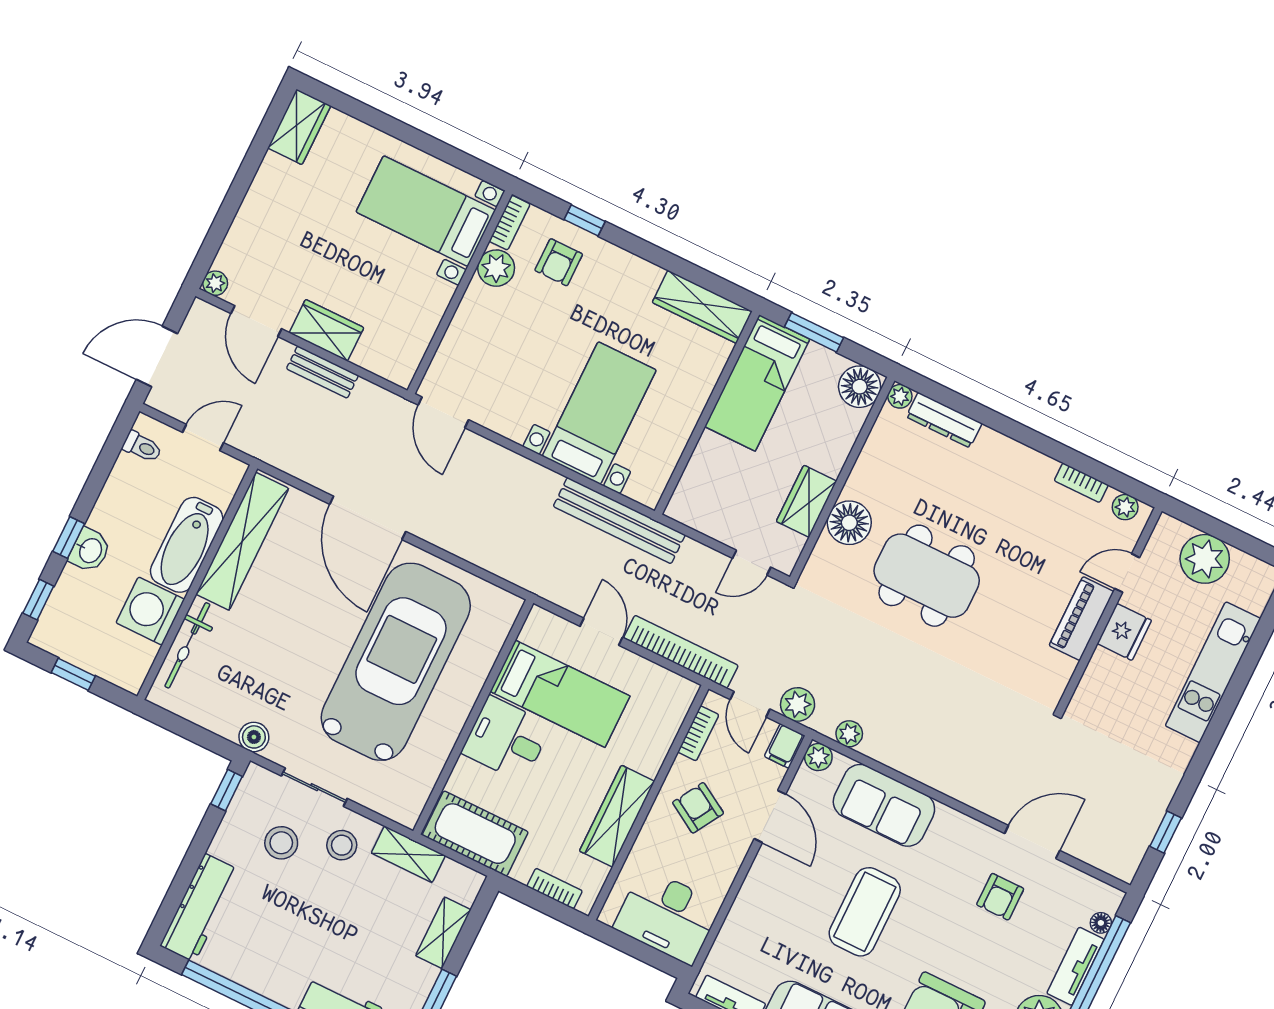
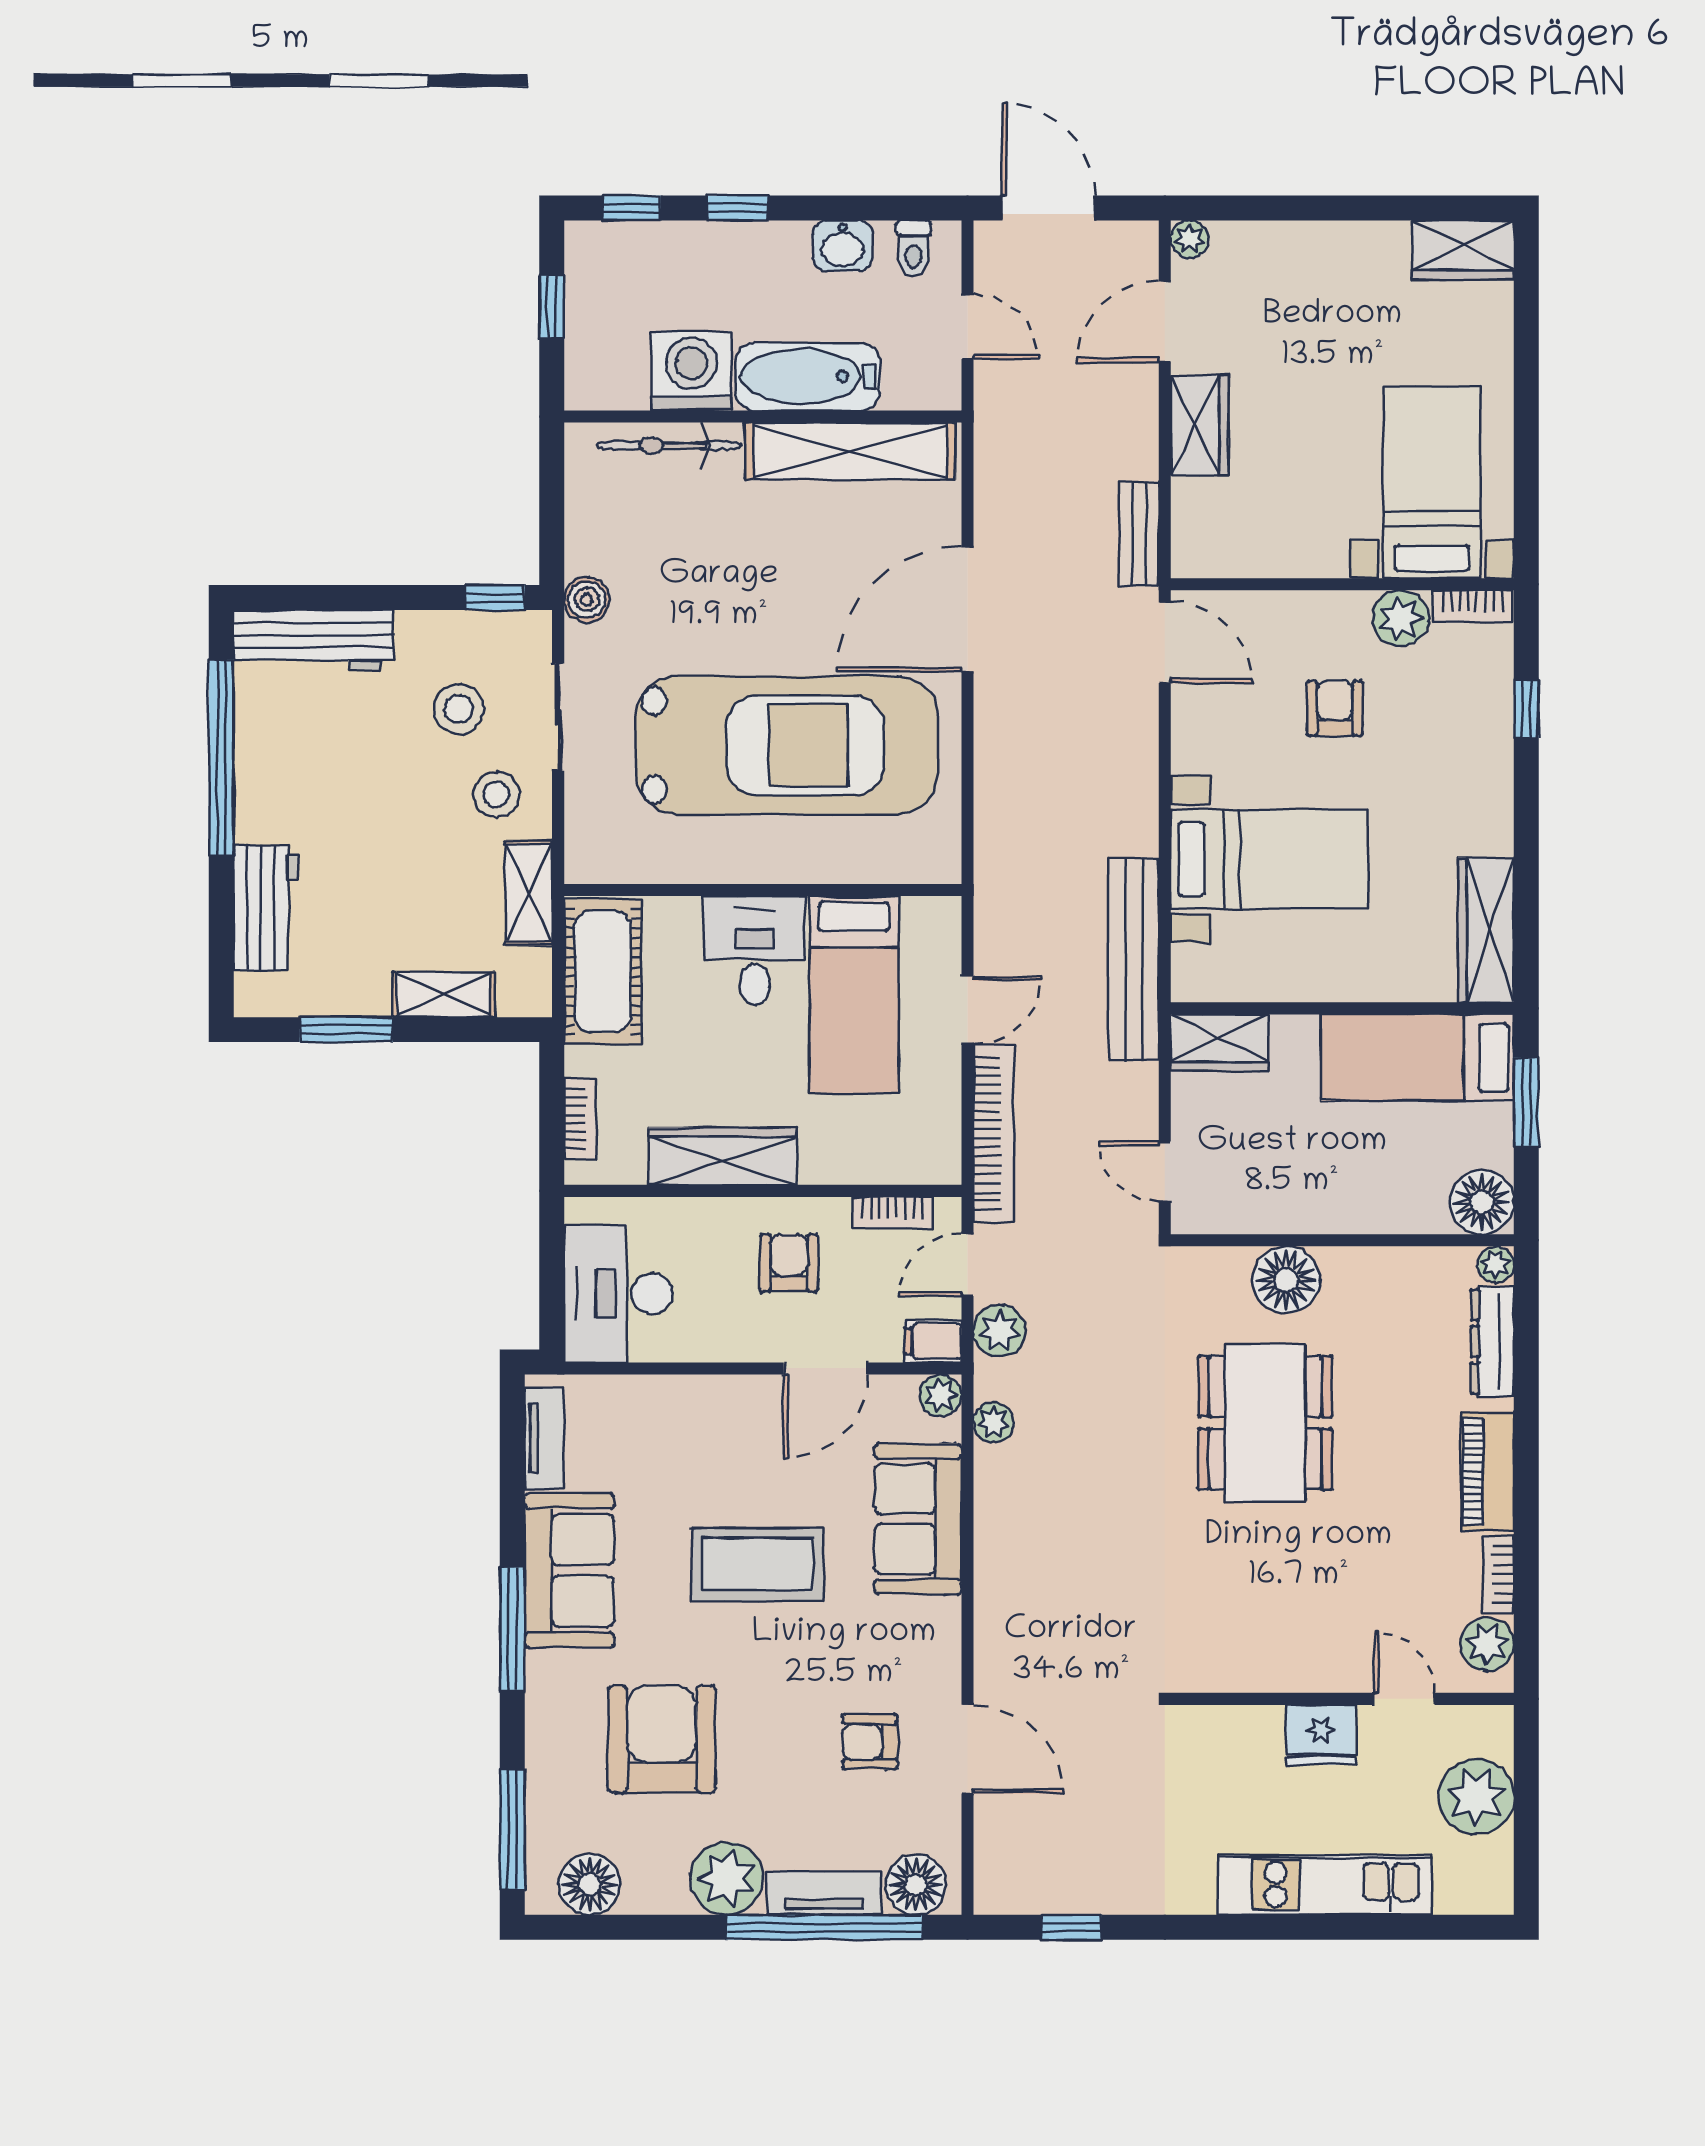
armchair: (559, 262) -> (1335, 708), moved, turned 90
bench: (322, 372) -> (1139, 534), moved
door: (443, 412) -> (1165, 643), swing flipped
wardrobe: (807, 501) -> (1219, 1043), moved, turned 180
plant: (1125, 507) -> (1487, 1644), width x1.38, depth x1.38
washbasin: (90, 550) -> (843, 246), moved
piano: (1081, 619) -> (1487, 1472), moved, turned -90
armchair: (698, 808) -> (789, 1263), turned -31
floor lamp: (1101, 923) -> (916, 1885), width x1.89, depth x1.89

